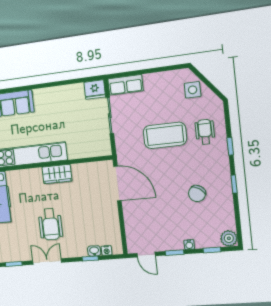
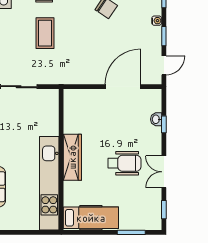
coffee table: (165, 135) -> (45, 33), width x0.73, depth x0.76
wardrobe: (57, 174) -> (72, 157), width x1.50
door: (117, 183) -> (123, 87), moved
nightstand: (107, 250) -> (157, 106), removed

